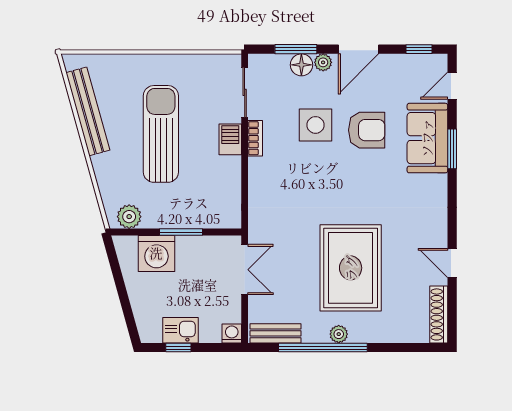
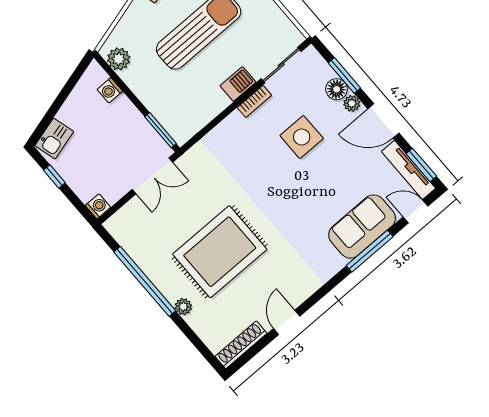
window: (419, 49) -> (421, 165), width x1.50
tv unit: (414, 63) -> (409, 170), added
armchair: (367, 130) -> (330, 177), removed
window: (452, 149) -> (370, 251), width x1.44
window: (181, 232) -> (160, 130), moved
washing machine: (156, 253) -> (110, 90), width x0.53, depth x0.53
kitchen sink: (180, 330) -> (54, 139), moved, turned 74
bench: (275, 333) -> (125, 238), removed
plant: (339, 334) -> (183, 307), moved

